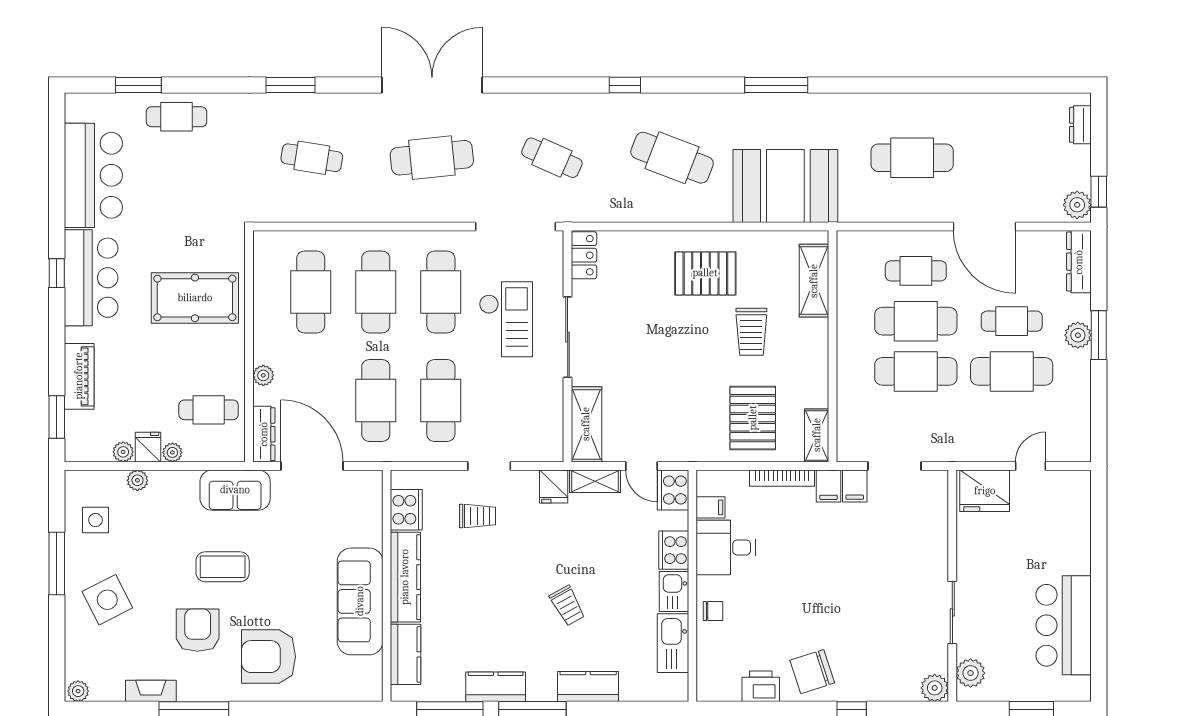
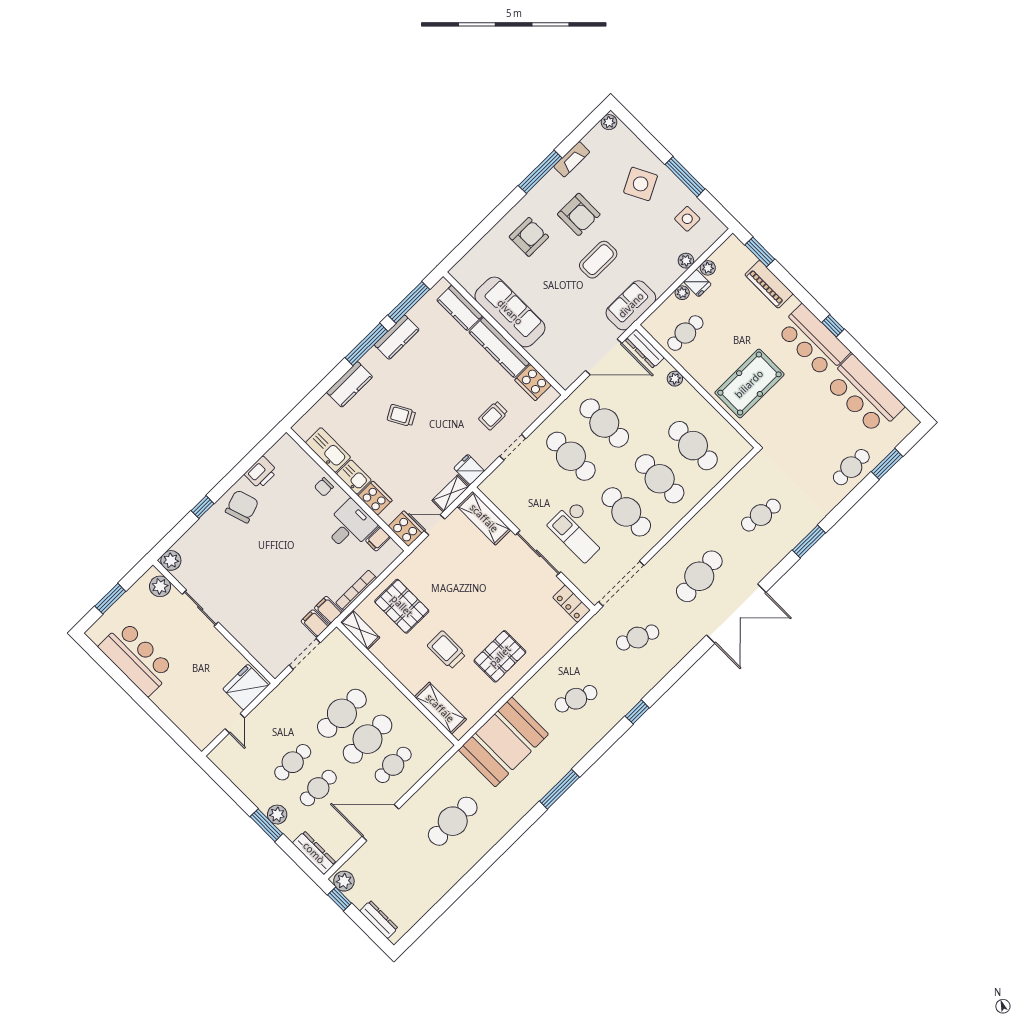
dresser: (1080, 125) -> (379, 920), width x1.44
cafe table: (672, 158) -> (576, 699), width x0.73, depth x0.74
cafe table: (1012, 371) -> (293, 762), width x0.73, depth x0.74
armchair: (268, 657) -> (529, 237), width x0.73, depth x0.73

